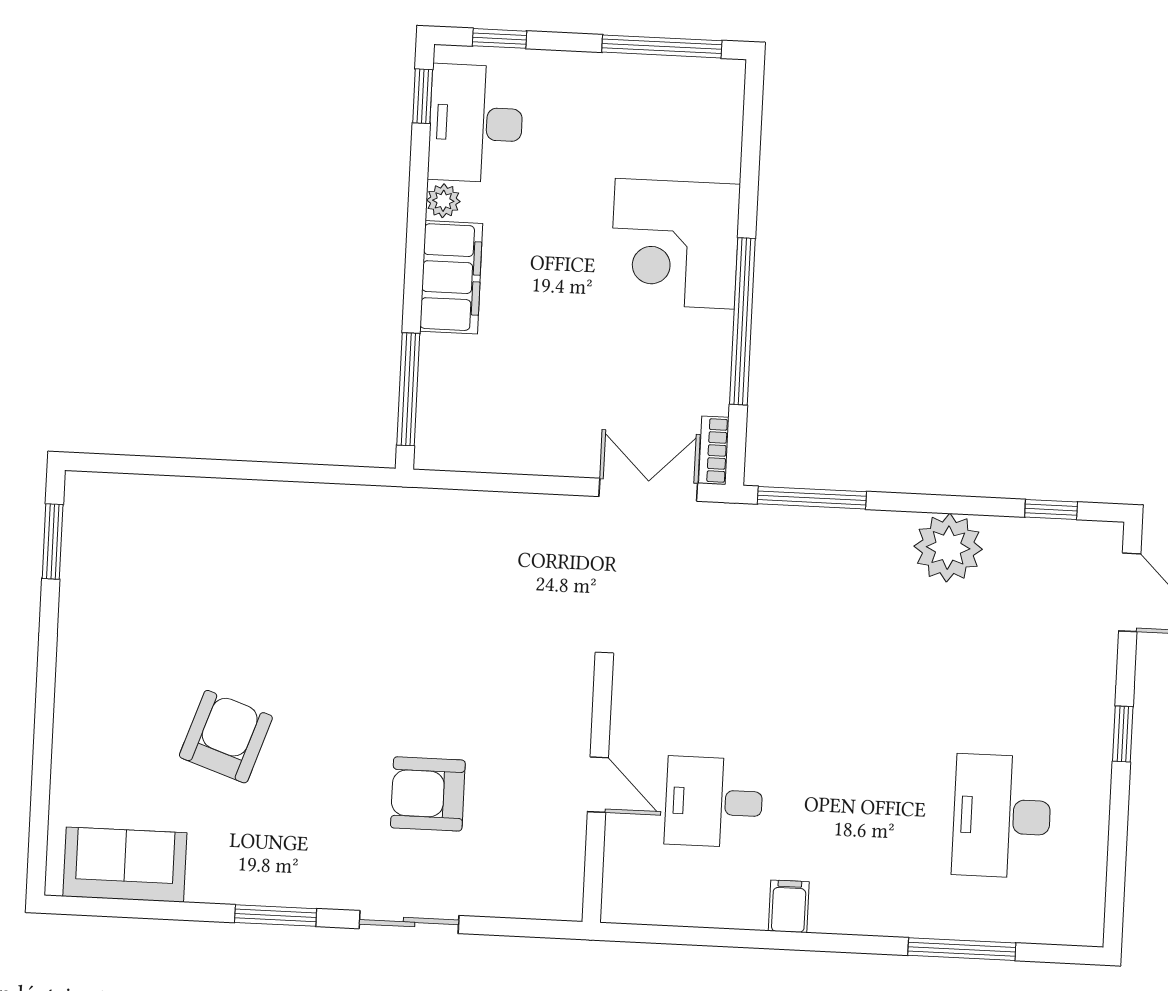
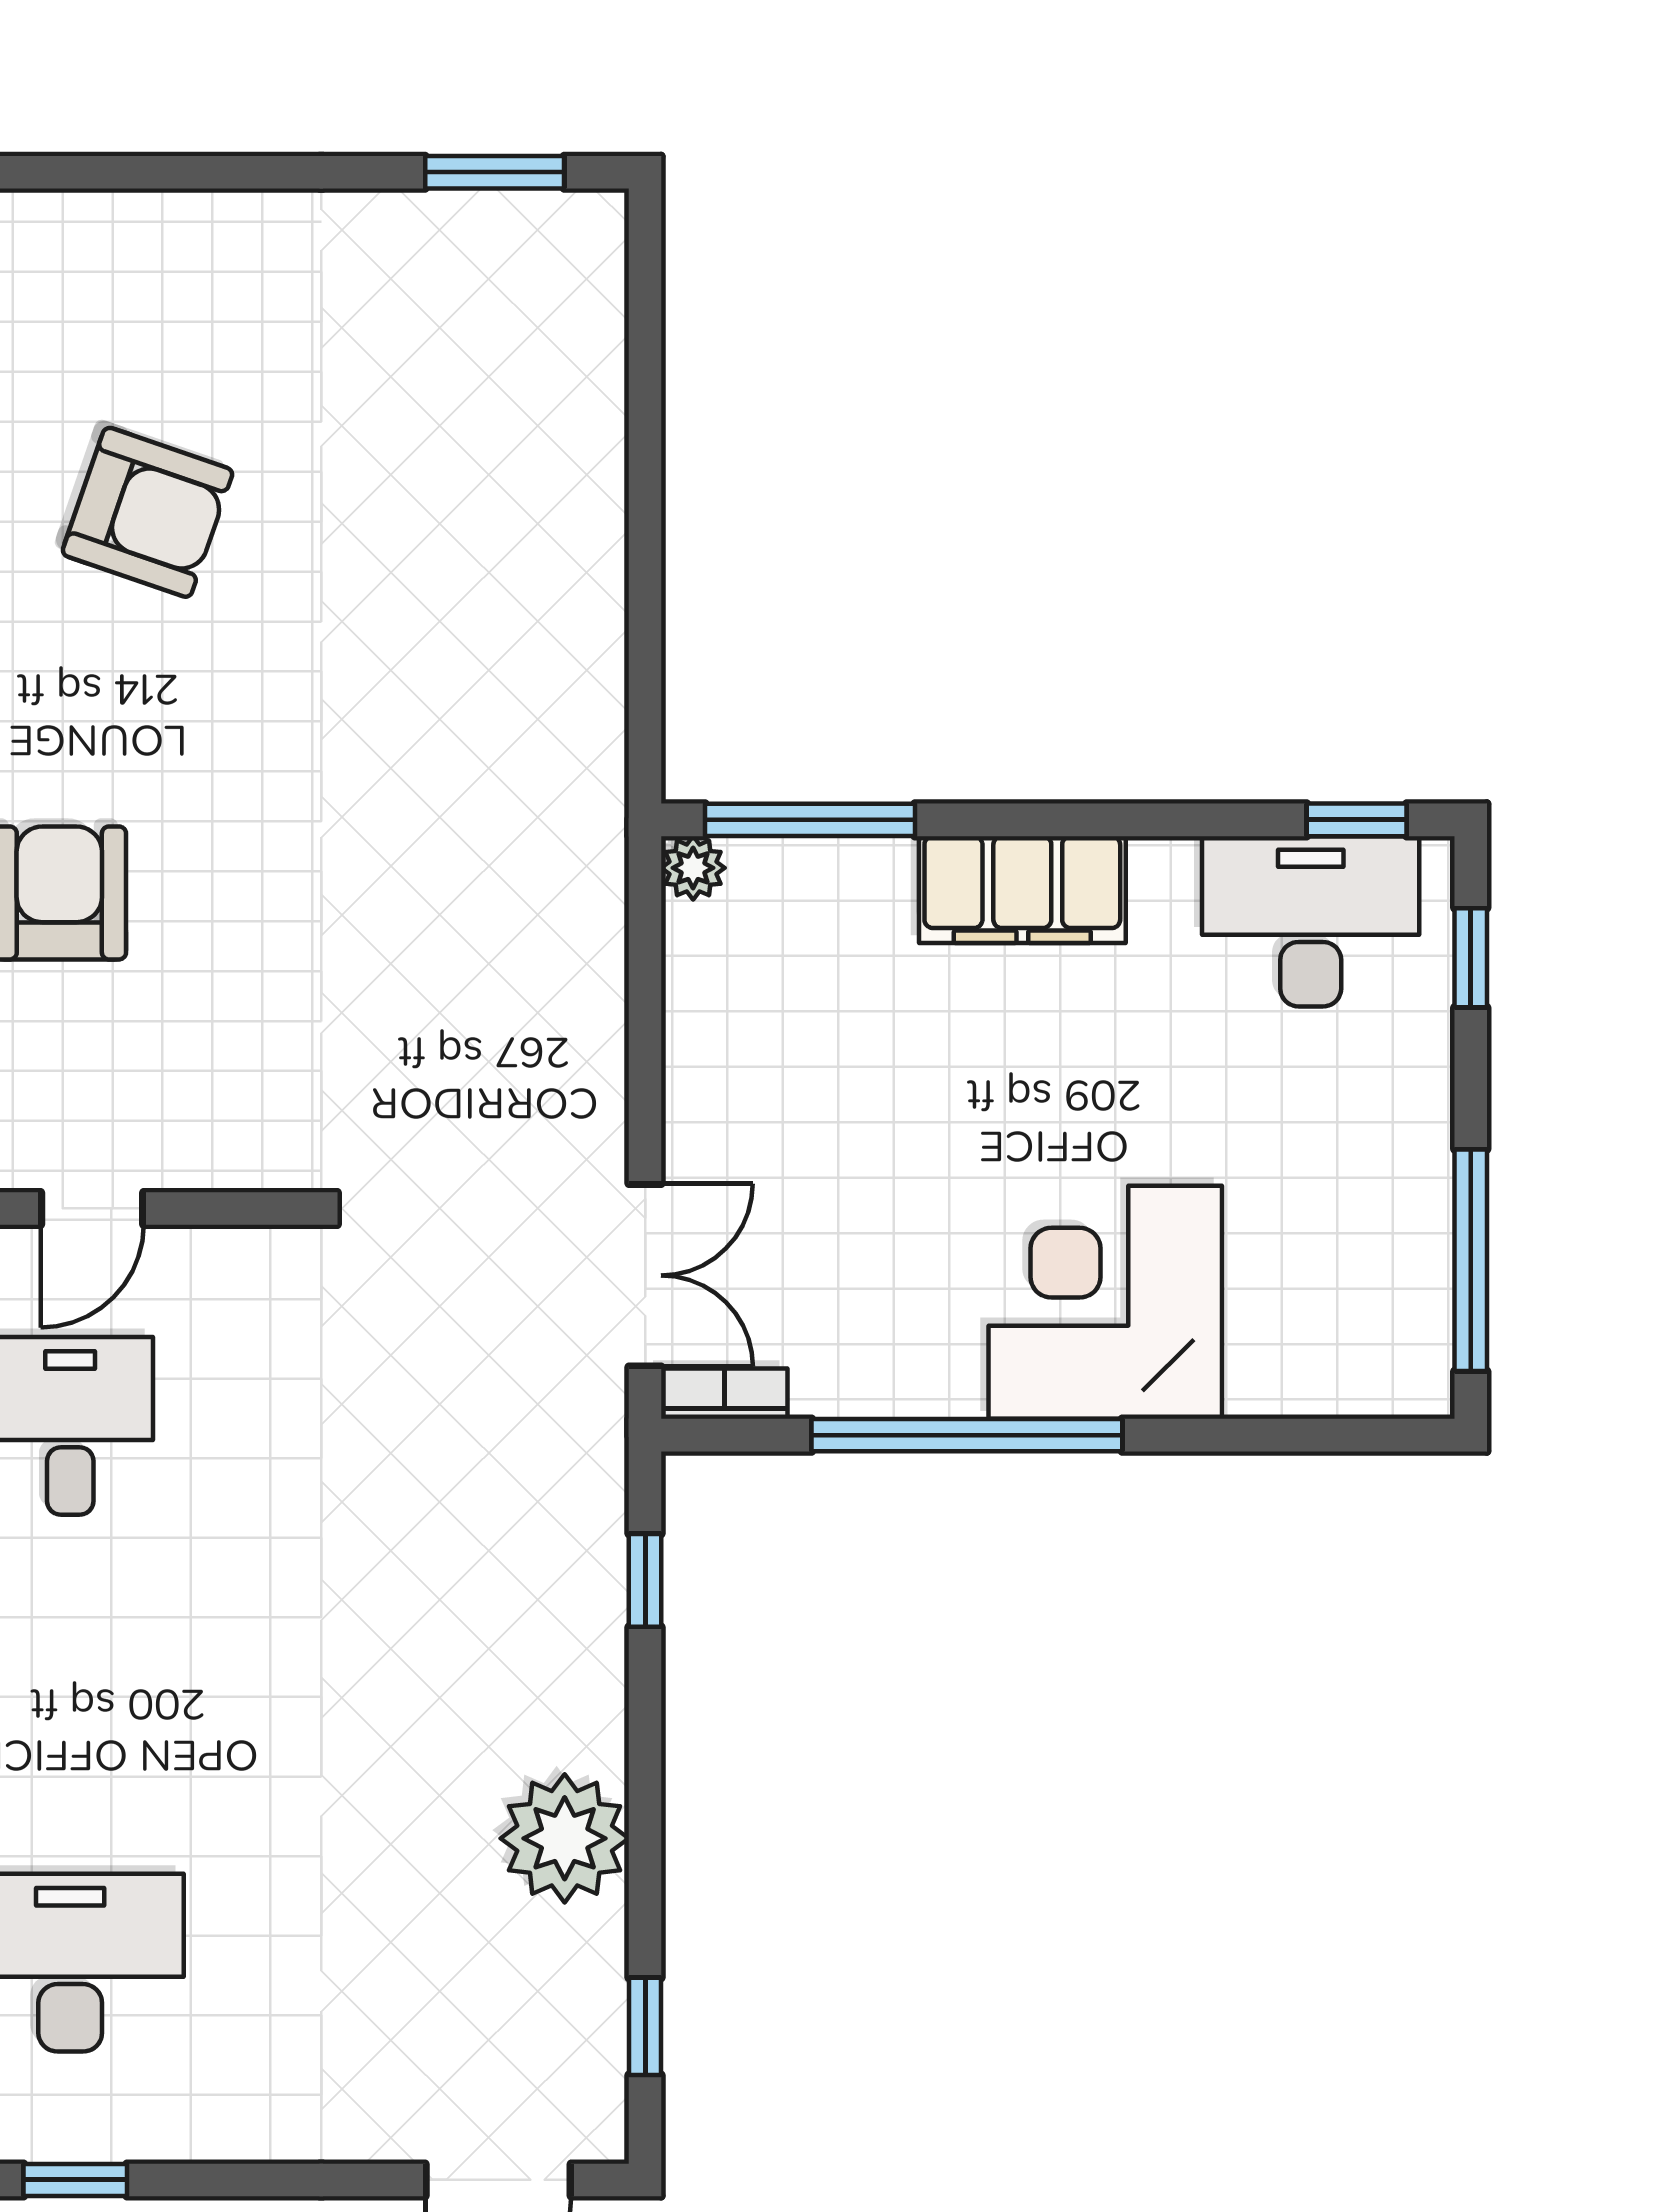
plant: (443, 201) -> (693, 868), moved
window: (812, 498) -> (645, 1580), width x0.46
window: (1123, 734) -> (75, 2180), moved

